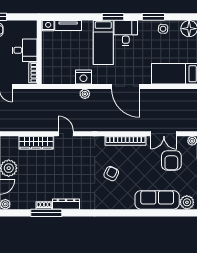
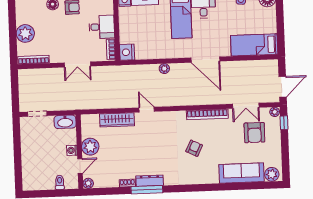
nightstand: (83, 77) -> (127, 52), moved, turned 90
window: (46, 213) -> (147, 190), moved

